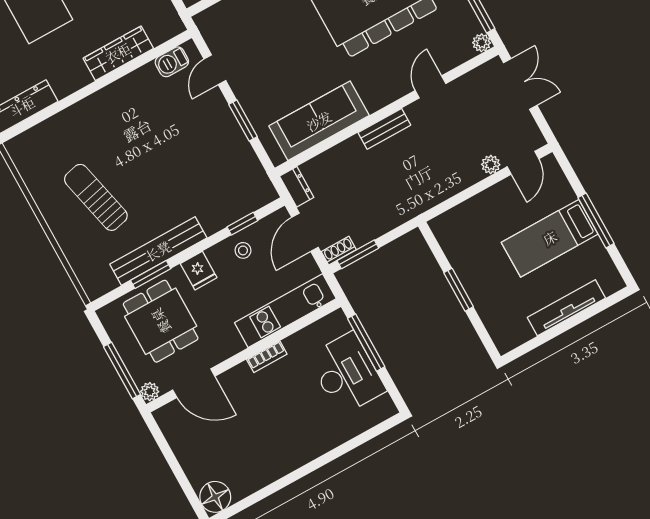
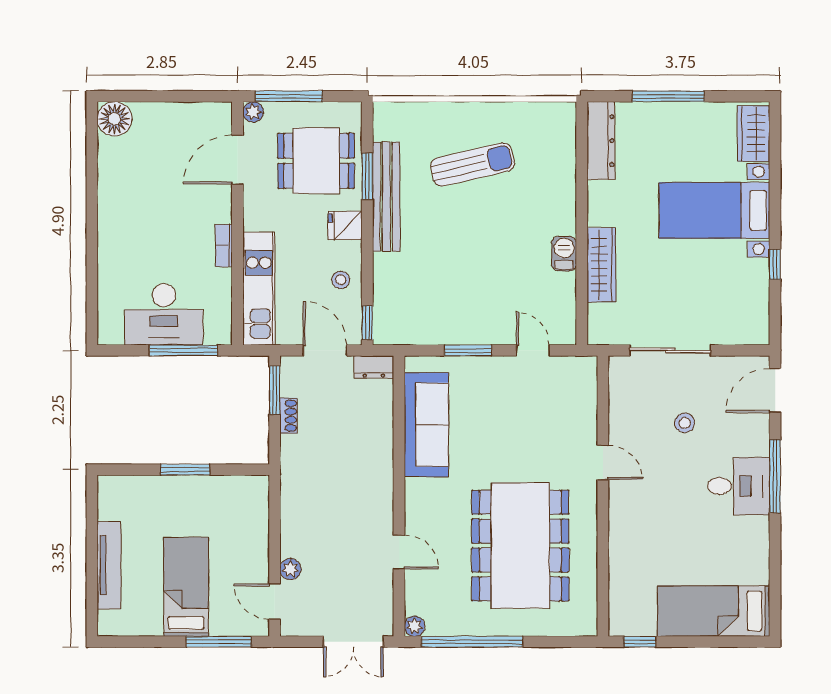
barbecue: (172, 62) -> (564, 254), moved
bench: (384, 129) -> (383, 484), removed
window: (596, 220) -> (219, 642), moved
window: (242, 224) -> (367, 323), moved
shoe rack: (339, 251) -> (289, 416), moved

